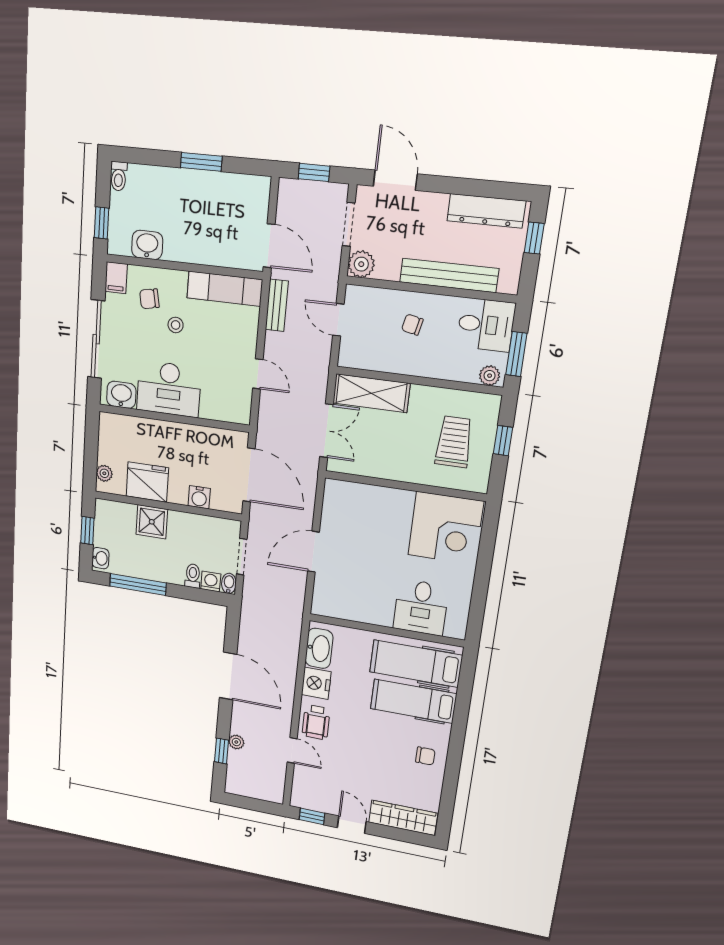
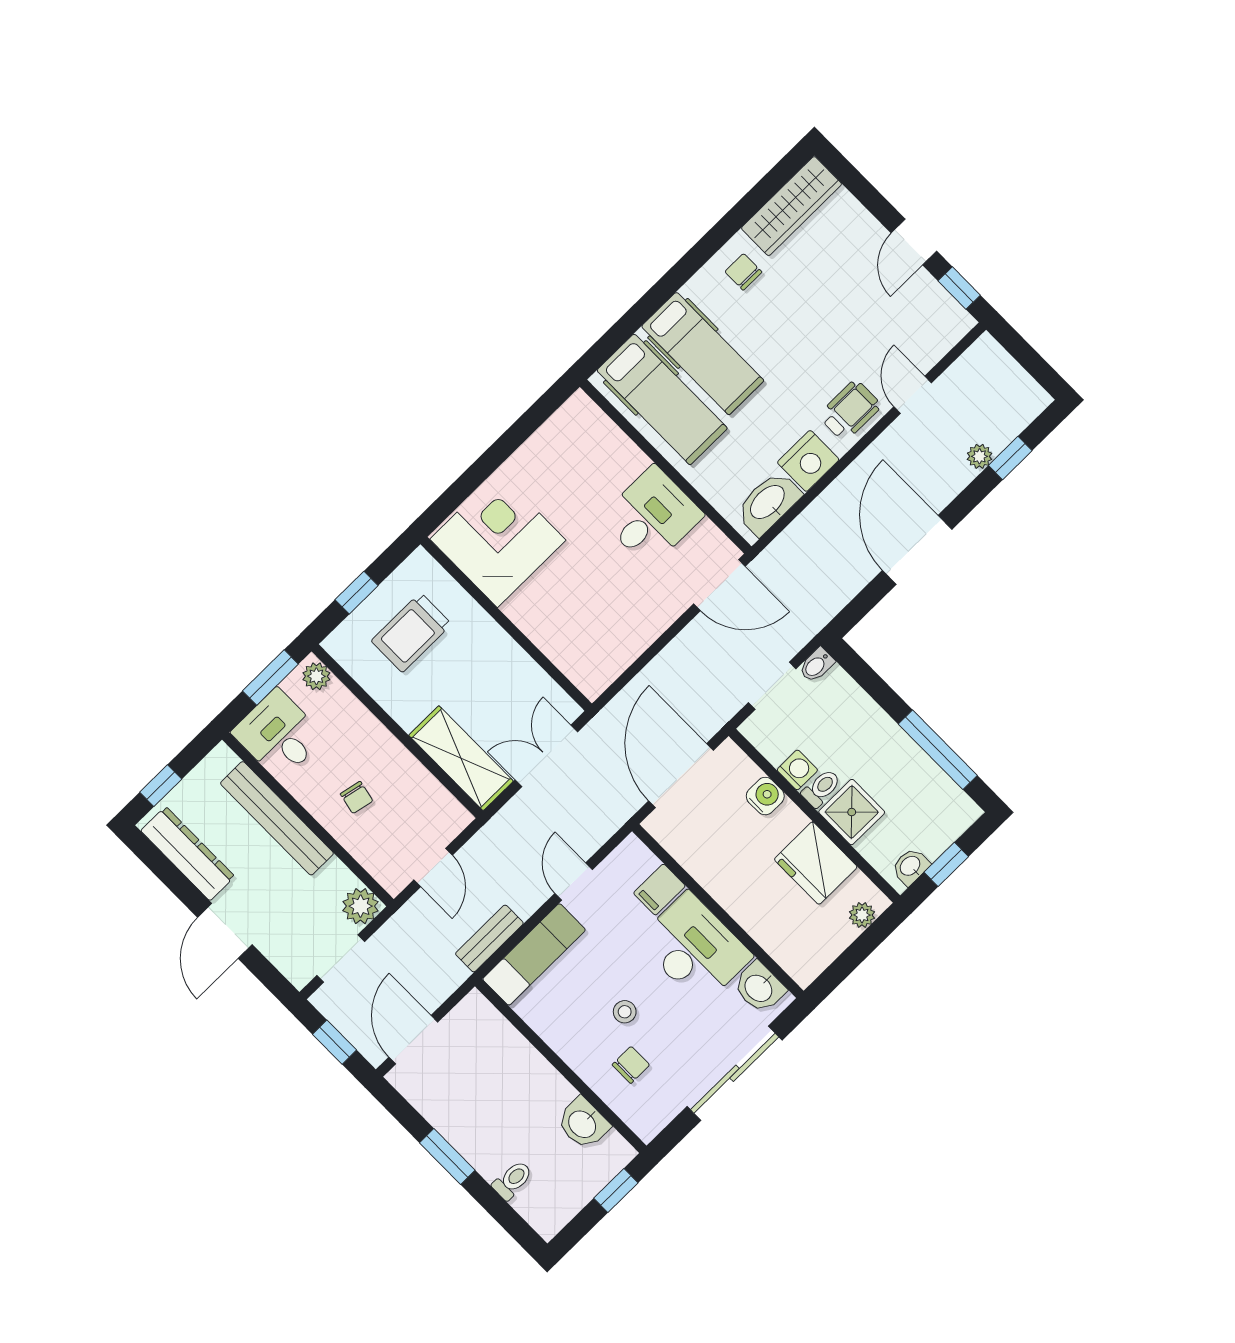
toilet: (119, 176) -> (512, 1180), moved
door: (395, 180) -> (225, 931), moved
door: (269, 246) -> (413, 1040), moved
filing cabinet: (116, 278) -> (659, 890), moved, turned 180
exam couch: (225, 289) -> (534, 954), moved, turned 90
chair: (149, 299) -> (631, 1065), turned -79
door: (313, 552) -> (719, 585), moved
washbasin: (100, 558) -> (911, 866), moved
toilet: (193, 576) -> (821, 788), moved, turned 180
washing machine: (211, 582) -> (797, 770), moved, turned 180
desk: (421, 607) -> (652, 516), moved
wardrobe: (403, 818) -> (791, 206), moved, turned -90

